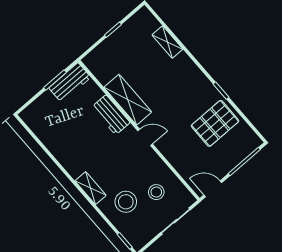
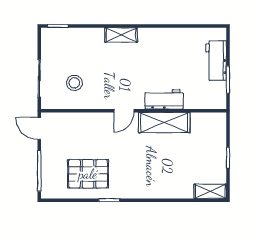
shelving: (167, 42) -> (210, 191), moved
workbench: (70, 83) -> (216, 61), moved
pallet: (215, 123) -> (88, 174), turned 90
door: (213, 189) -> (39, 128), swing flipped
stool: (126, 202) -> (87, 53), removed

